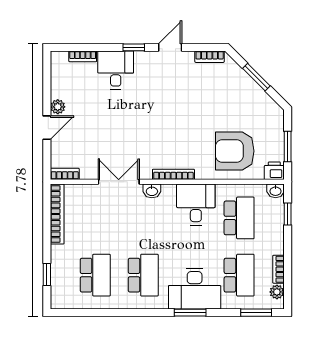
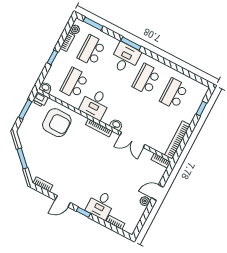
window: (288, 214) -> (53, 57), moved
desk: (195, 289) -> (125, 58), width x0.73

